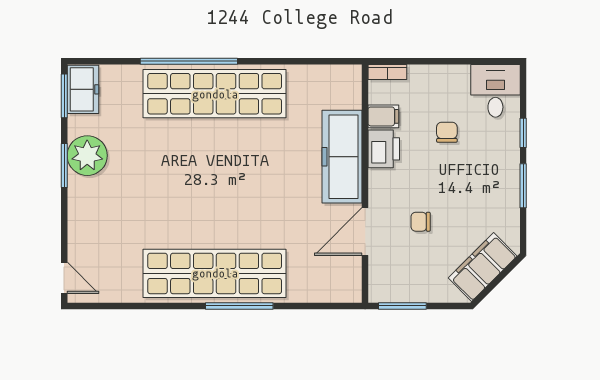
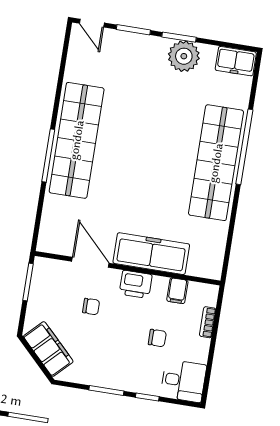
bookcase: (387, 72) -> (208, 322), moved
window: (64, 96) -> (133, 30), moved
printer: (384, 149) -> (136, 284), moved
chair: (421, 222) -> (91, 307), turned 90
door: (64, 278) -> (92, 23), hinge flipped

